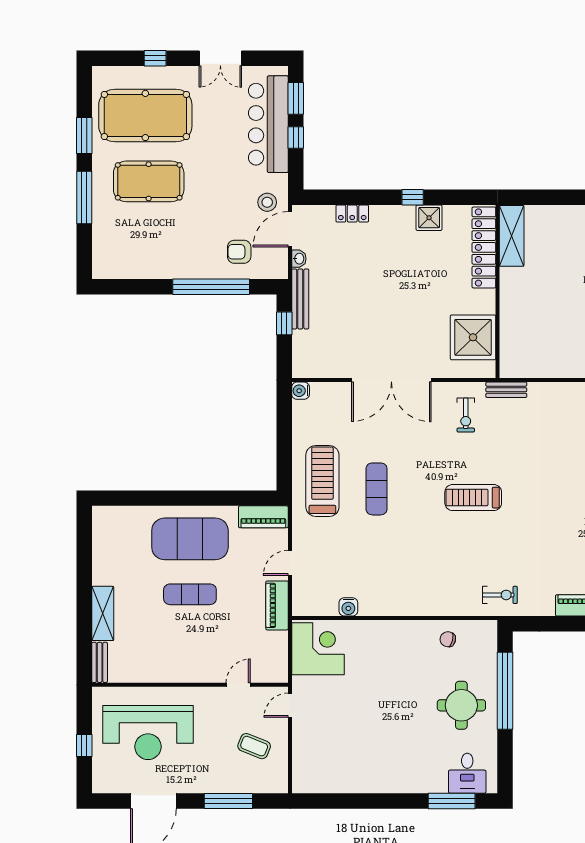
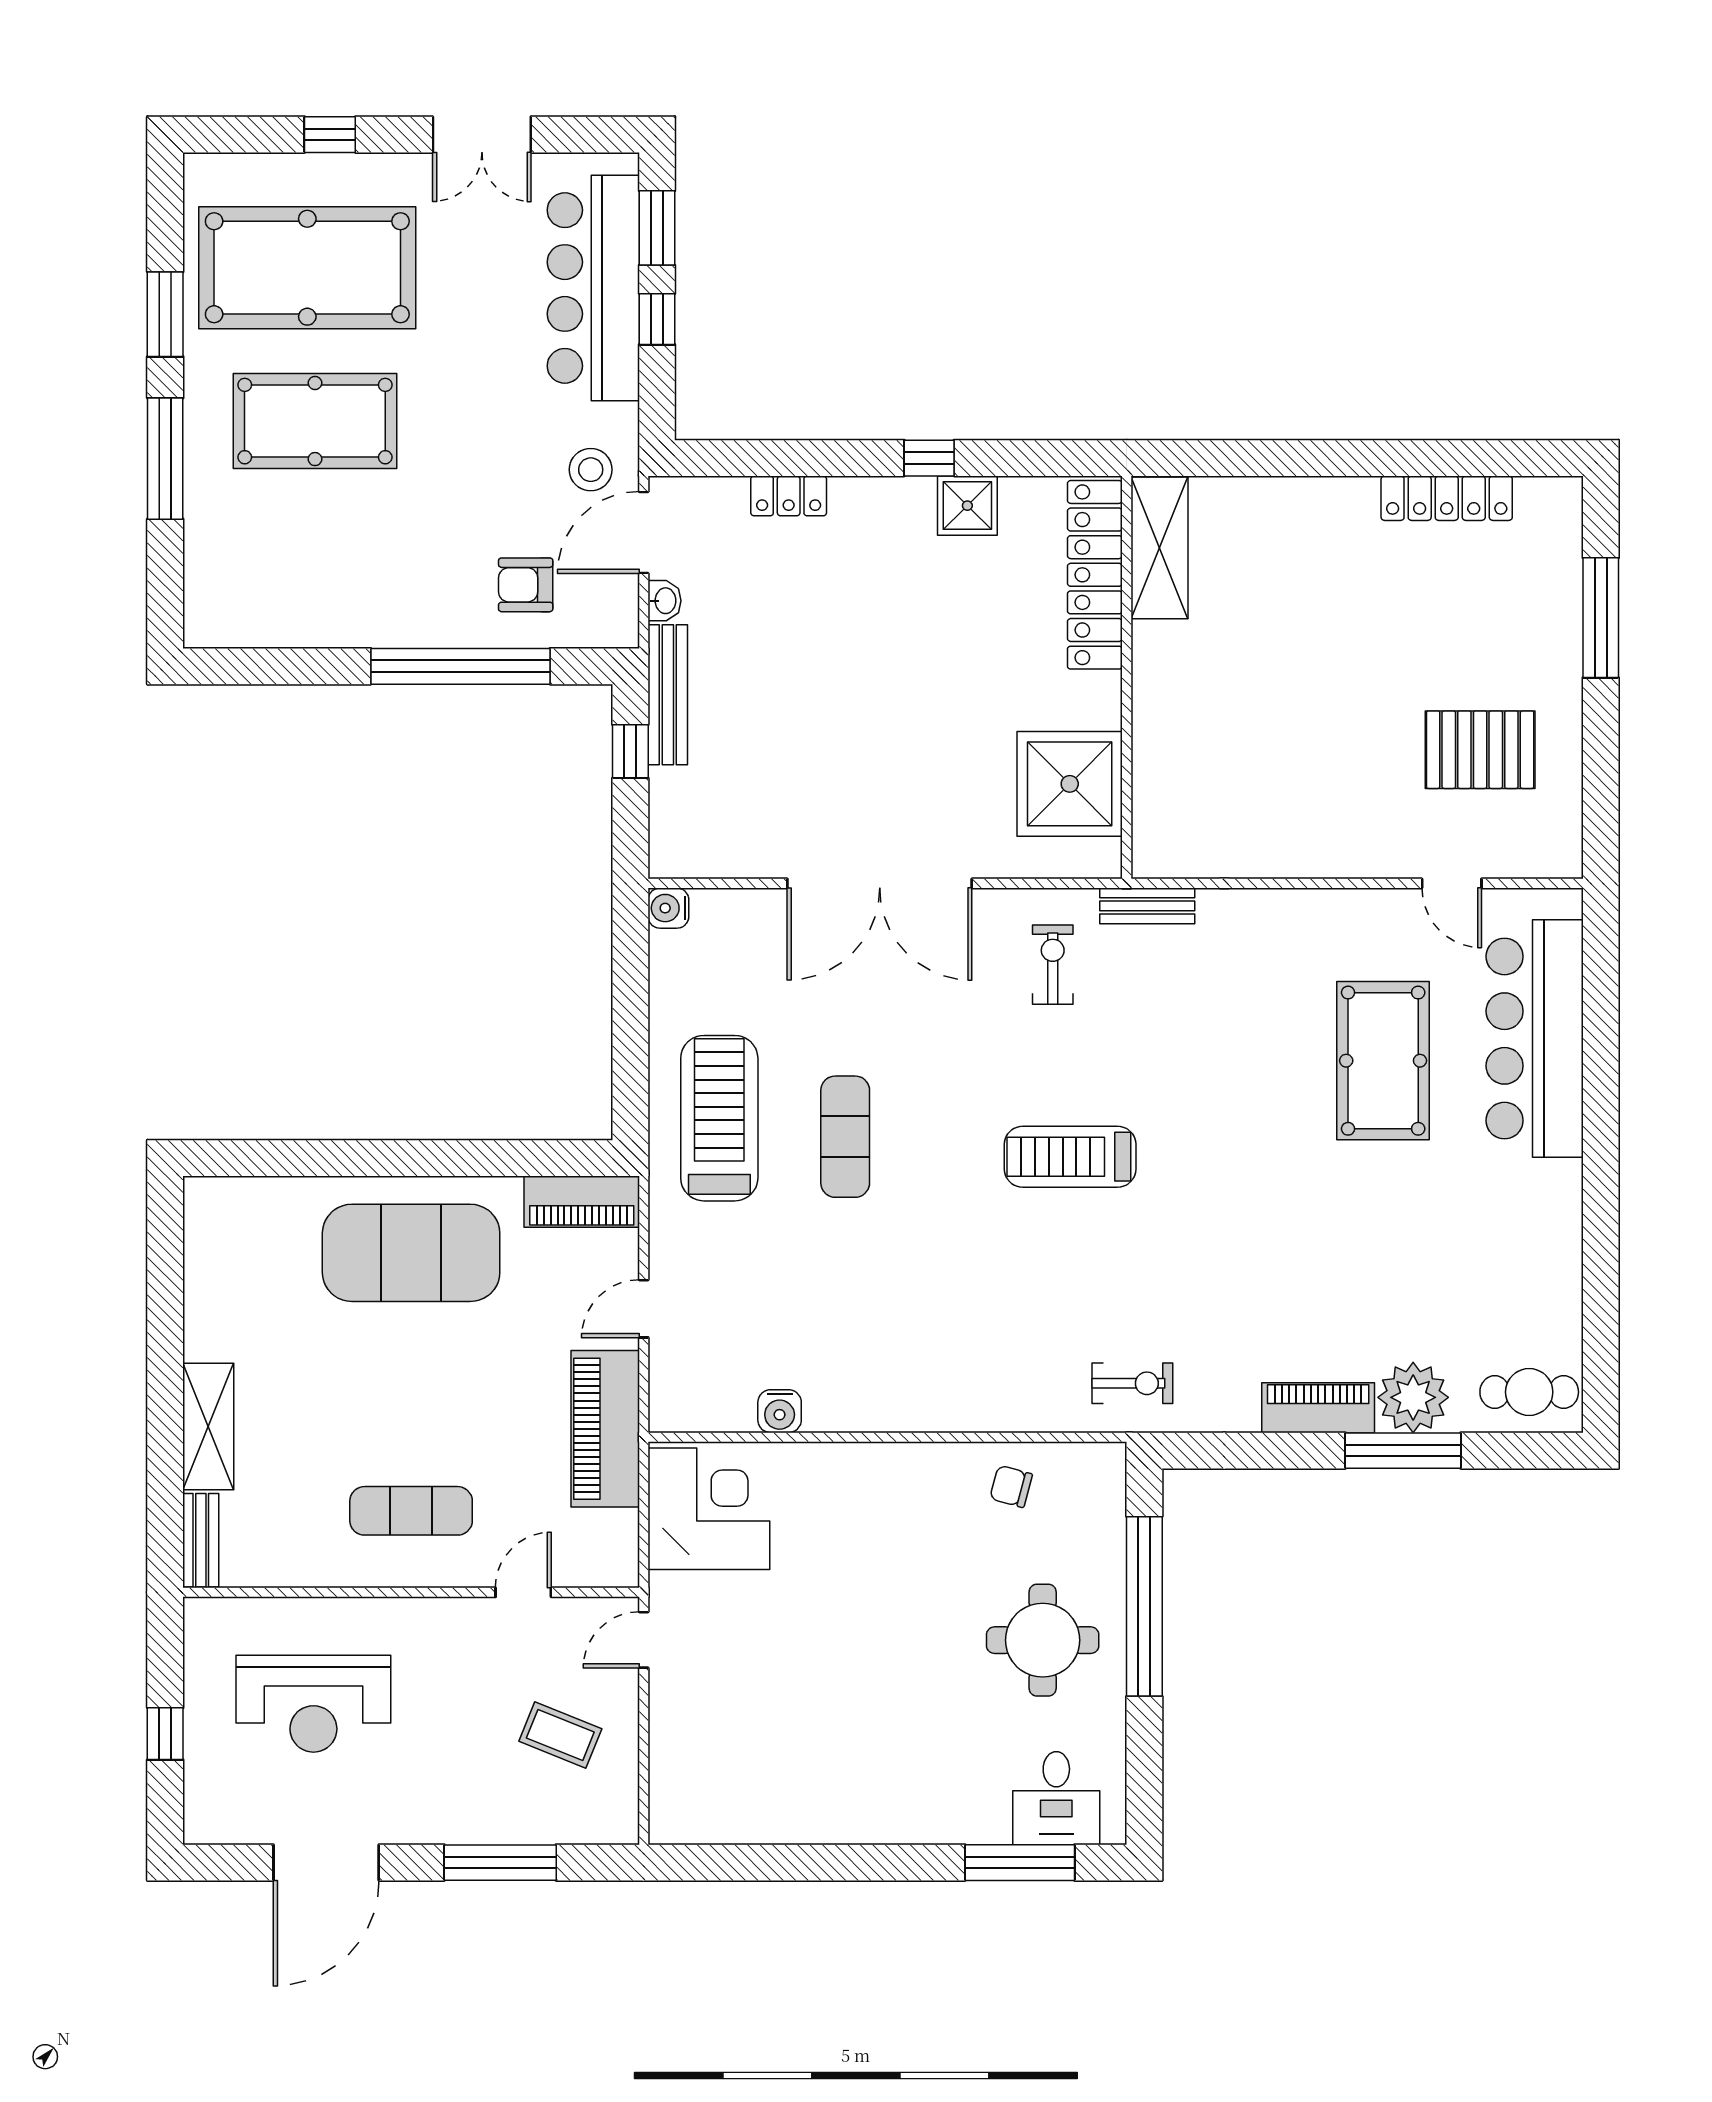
exercise bike: (466, 415) -> (1053, 965), turned 180
exercise mat: (190, 594) -> (411, 1511), moved
piano: (277, 605) -> (605, 1429), width x1.37, depth x1.33
reception desk: (148, 733) -> (313, 1704), width x0.74, depth x0.77

